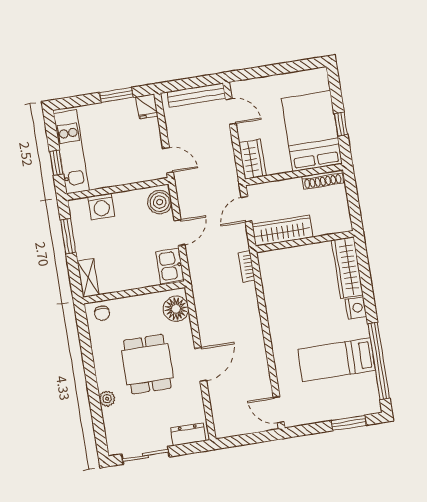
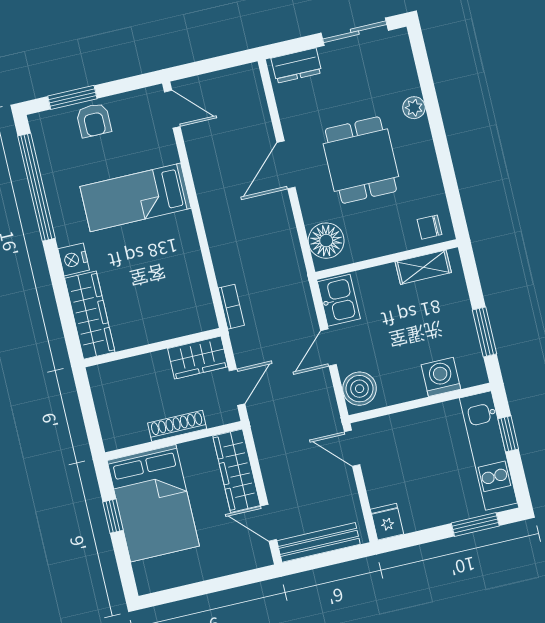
window: (116, 95) -> (475, 524), moved
wardrobe: (252, 159) -> (237, 471), width x1.50
shoe rack: (323, 180) -> (177, 426), moved
wardrobe: (282, 231) -> (198, 358), width x0.67
shelving: (88, 278) -> (423, 267), moved, turned 90
chair: (102, 313) -> (429, 227), turned -90
bed: (336, 360) -> (136, 197), moved, turned 180
armchair: (335, 406) -> (94, 120), added

